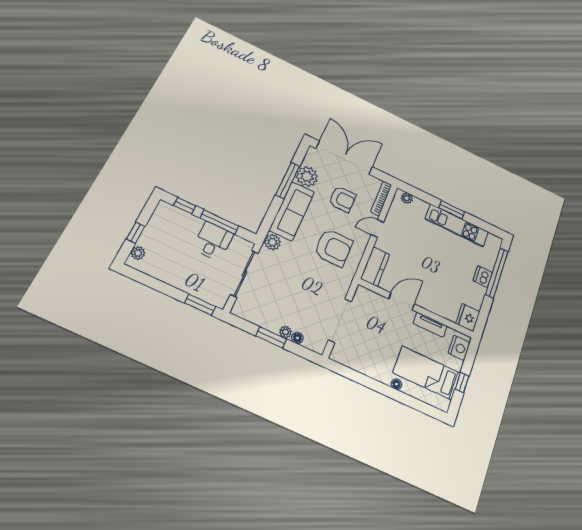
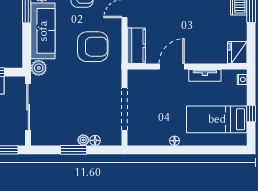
nightstand: (459, 348) -> (242, 80), width x0.53, depth x0.56
floor lamp: (396, 384) -> (175, 141), moved

